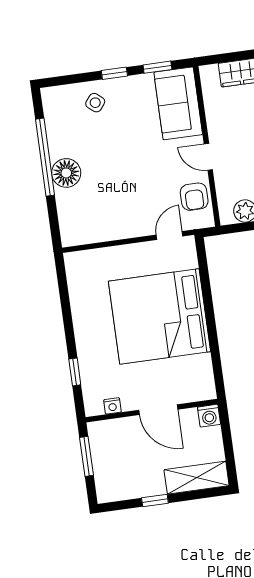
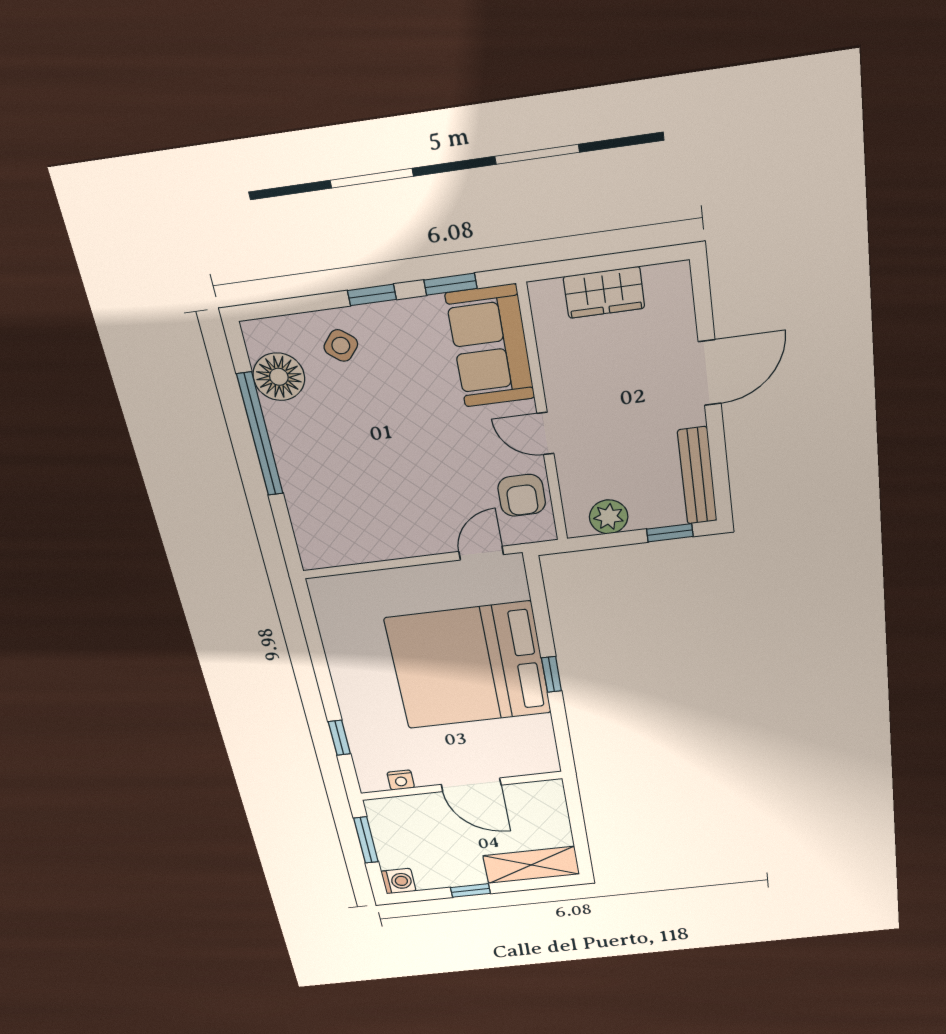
floor lamp: (66, 173) -> (279, 377), moved
window: (211, 323) -> (551, 674), added
washing machine: (209, 416) -> (398, 881), moved, turned -90

